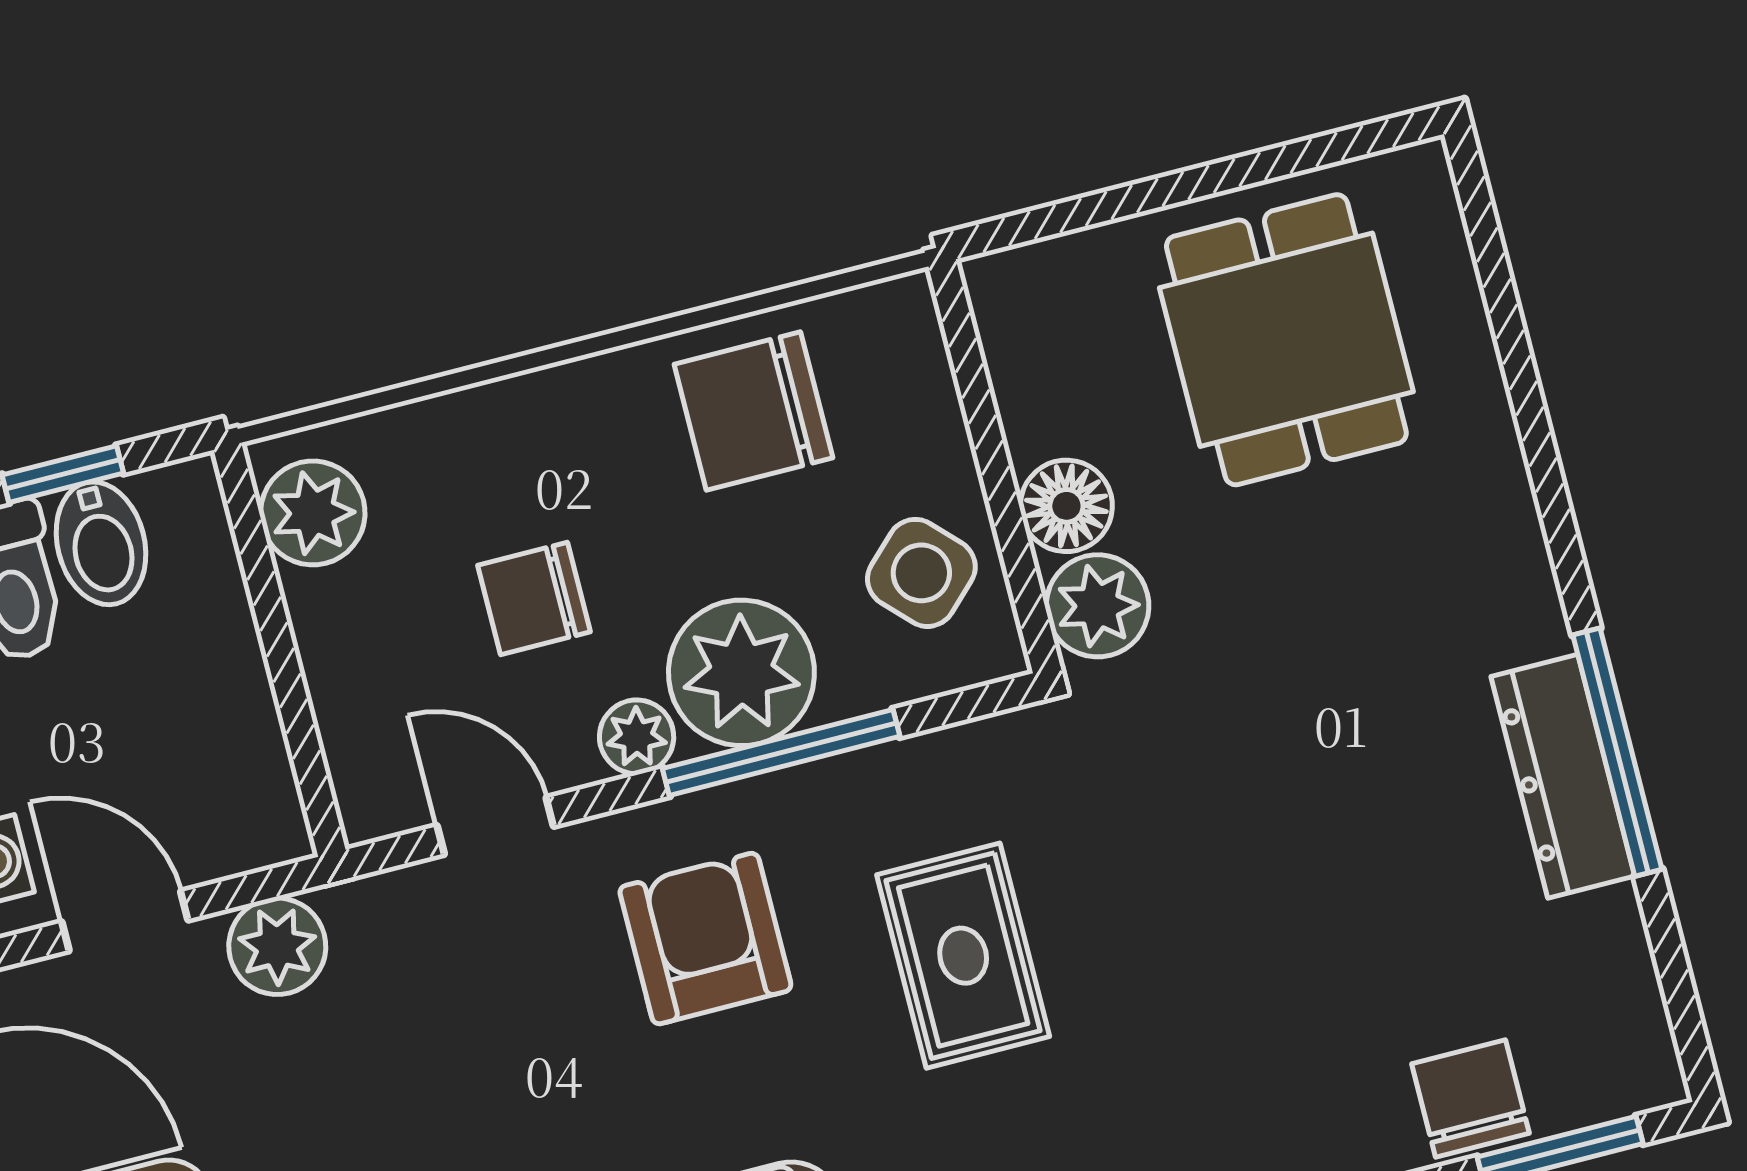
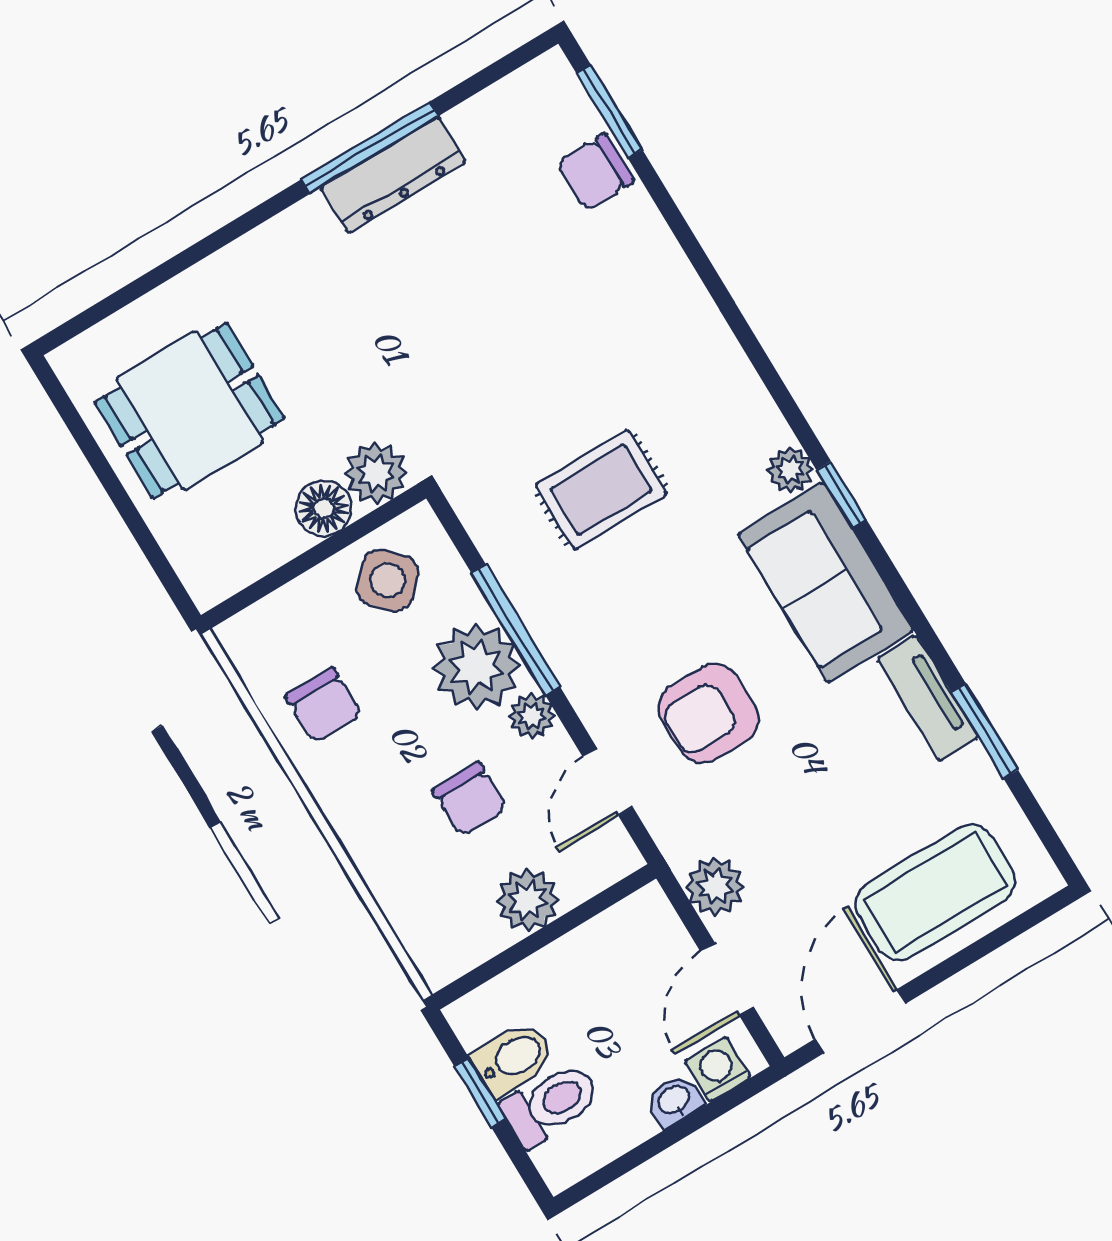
chair: (753, 411) -> (324, 705), width x0.73, depth x0.73
plant: (313, 513) -> (528, 900), moved
armchair: (705, 939) -> (709, 713), moved

